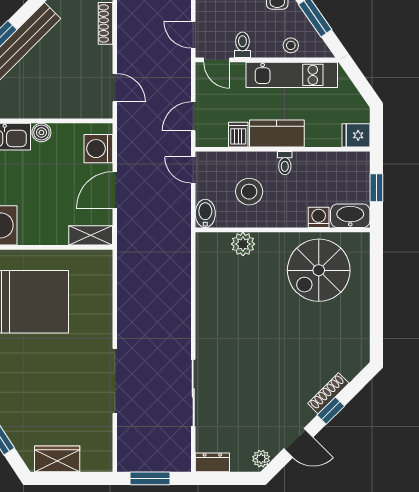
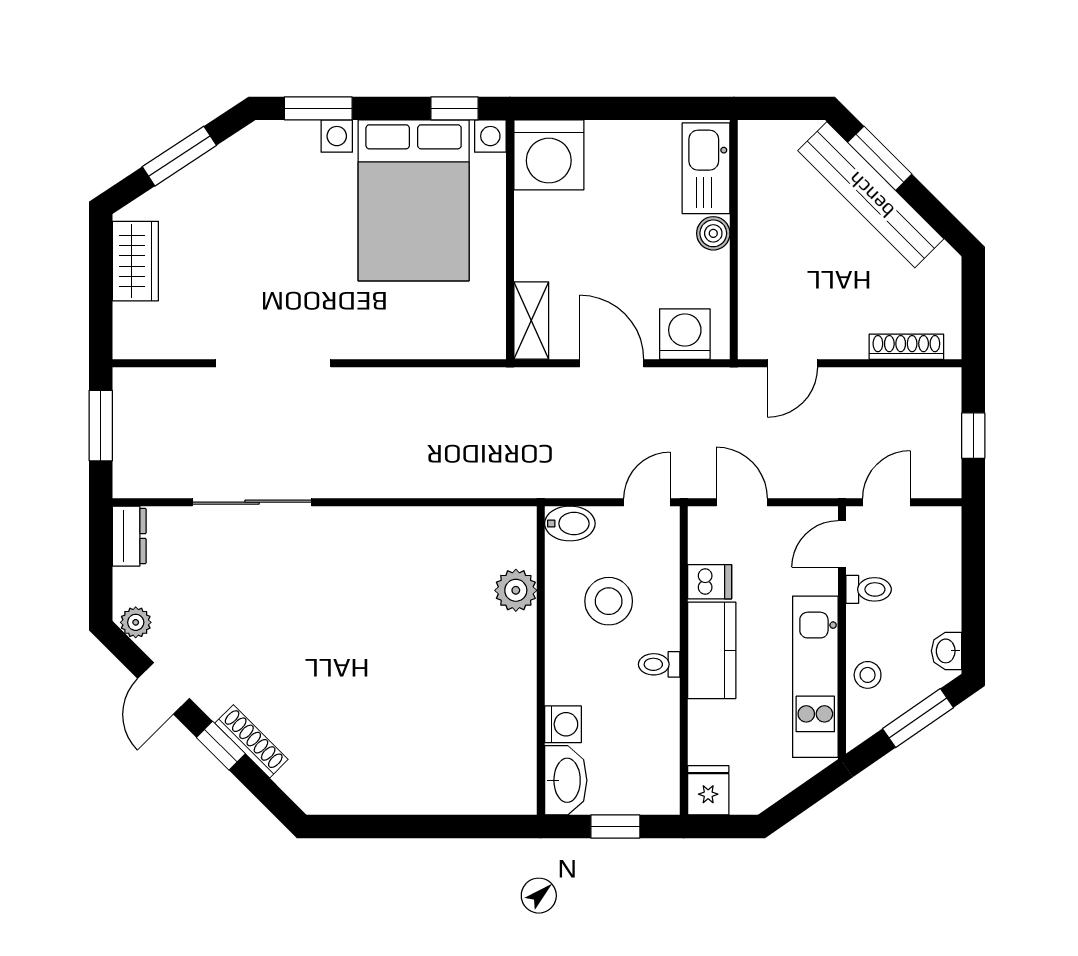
spiral stairs: (319, 270) -> (469, 724), removed

